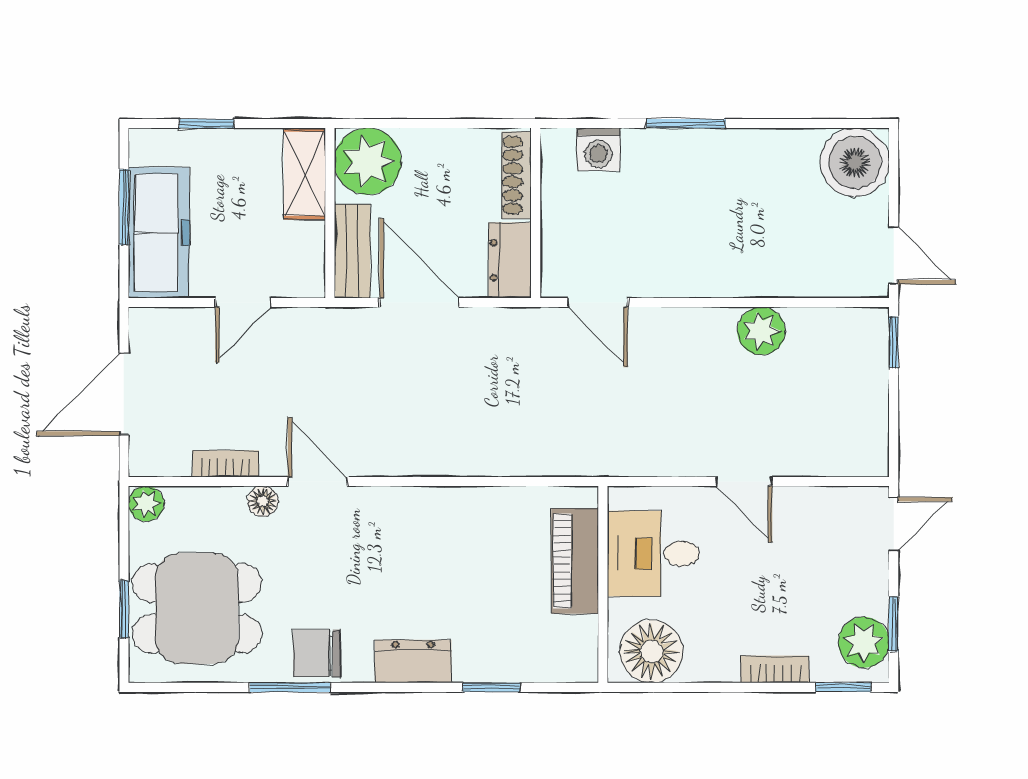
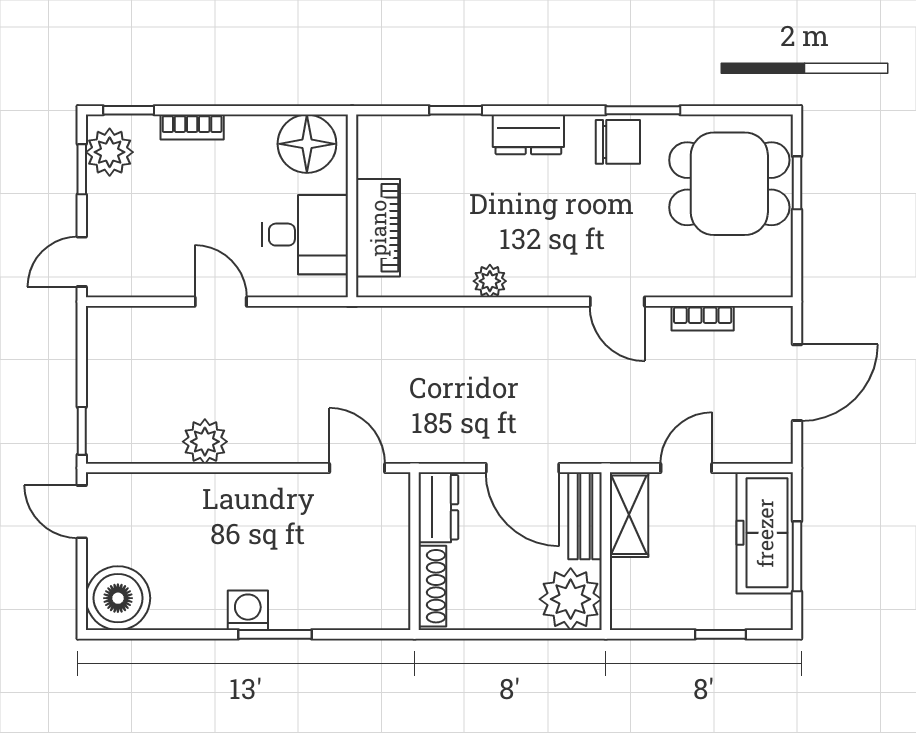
washing machine: (598, 149) -> (248, 610), moved
shelving: (305, 174) -> (629, 515), moved
floor lamp: (263, 501) -> (668, 283), removed
plant: (146, 504) -> (490, 281), moved

